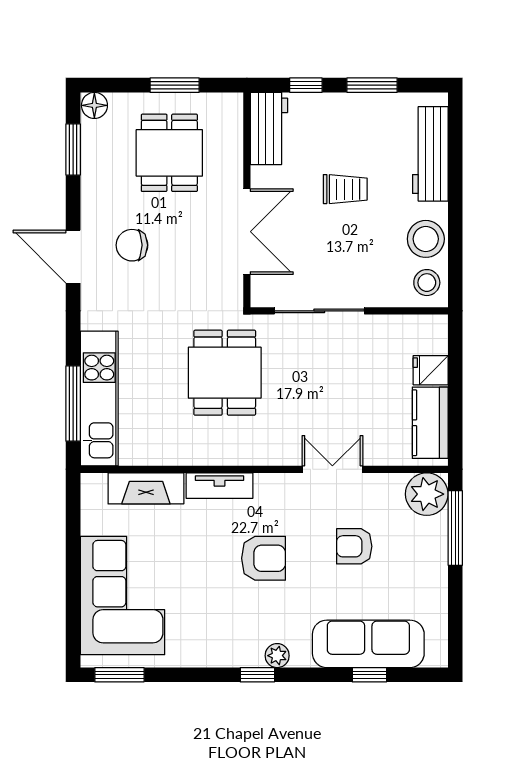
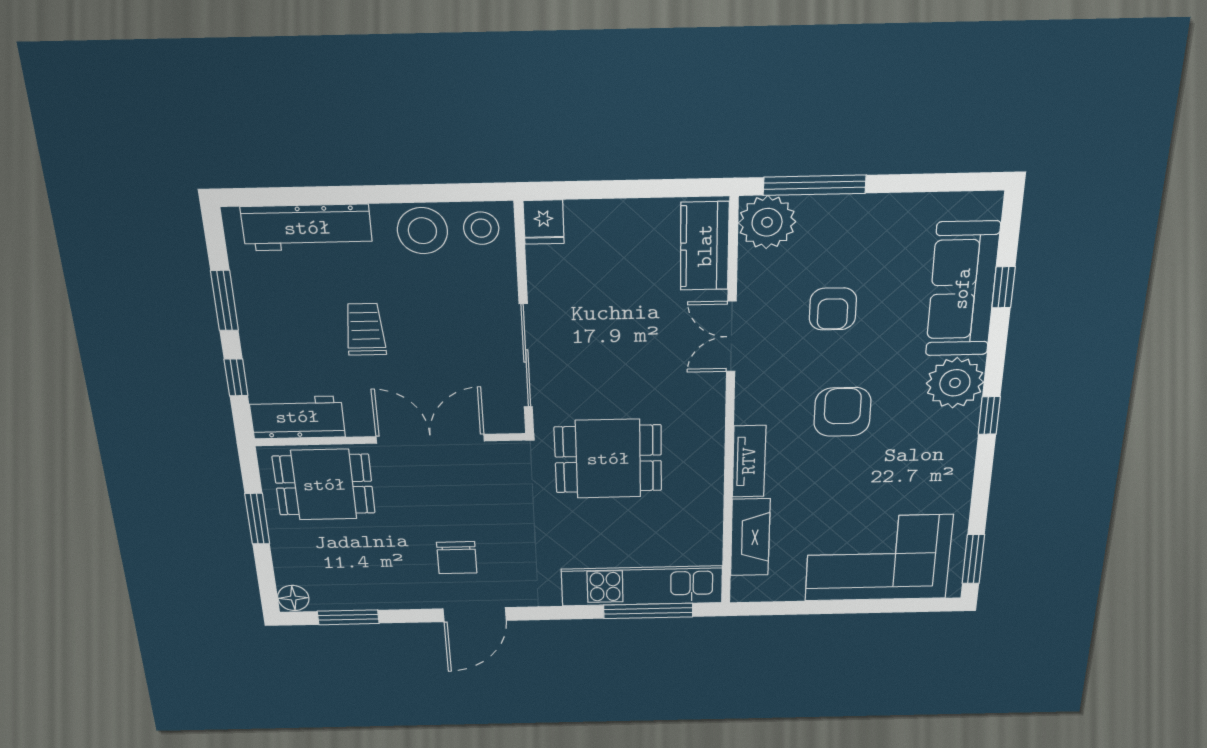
dining table: (169, 153) -> (324, 485), moved
fridge: (431, 370) -> (544, 222), moved
kitchen counter: (430, 423) -> (705, 246), moved, turned 90
plant: (277, 656) -> (955, 383), width x1.88, depth x1.88

